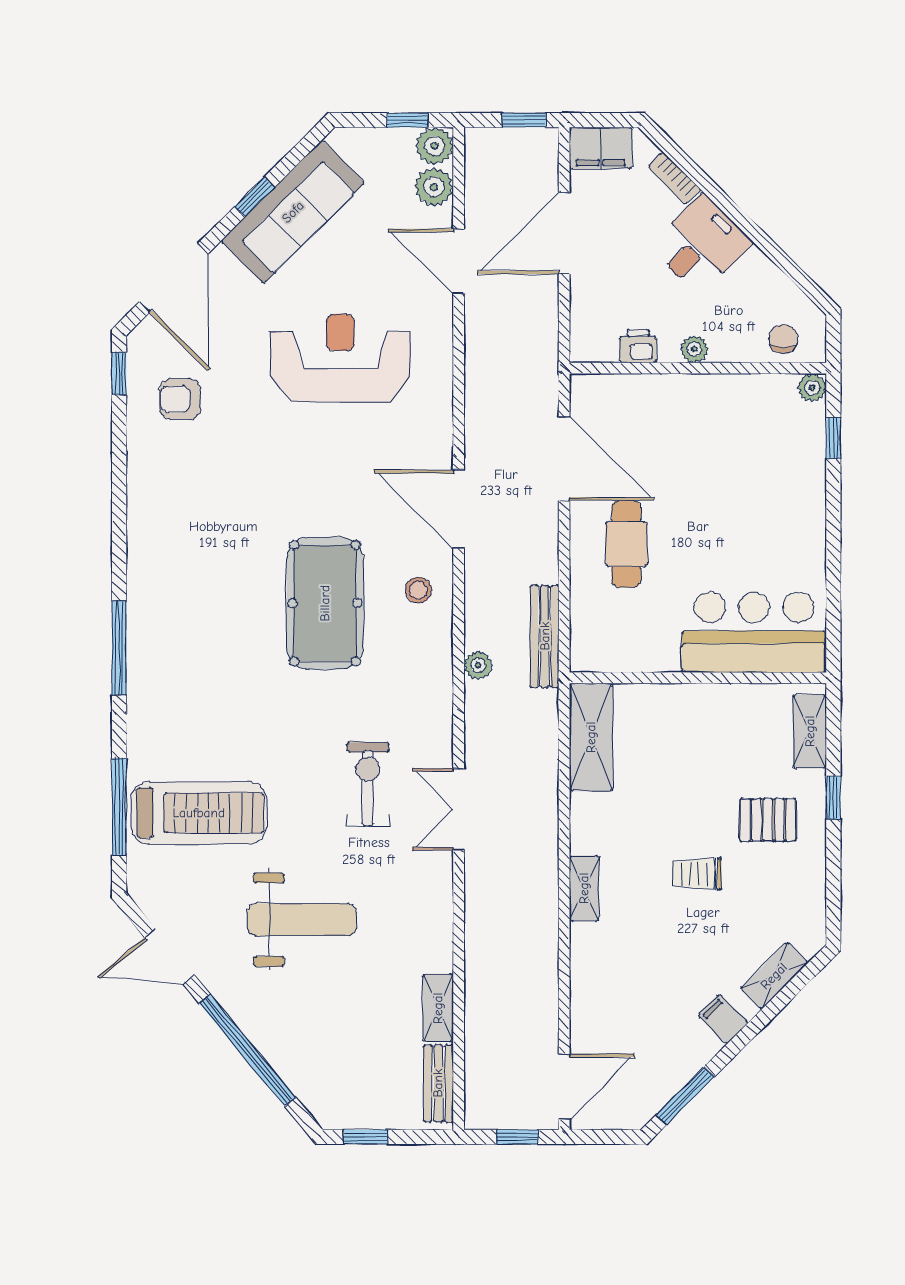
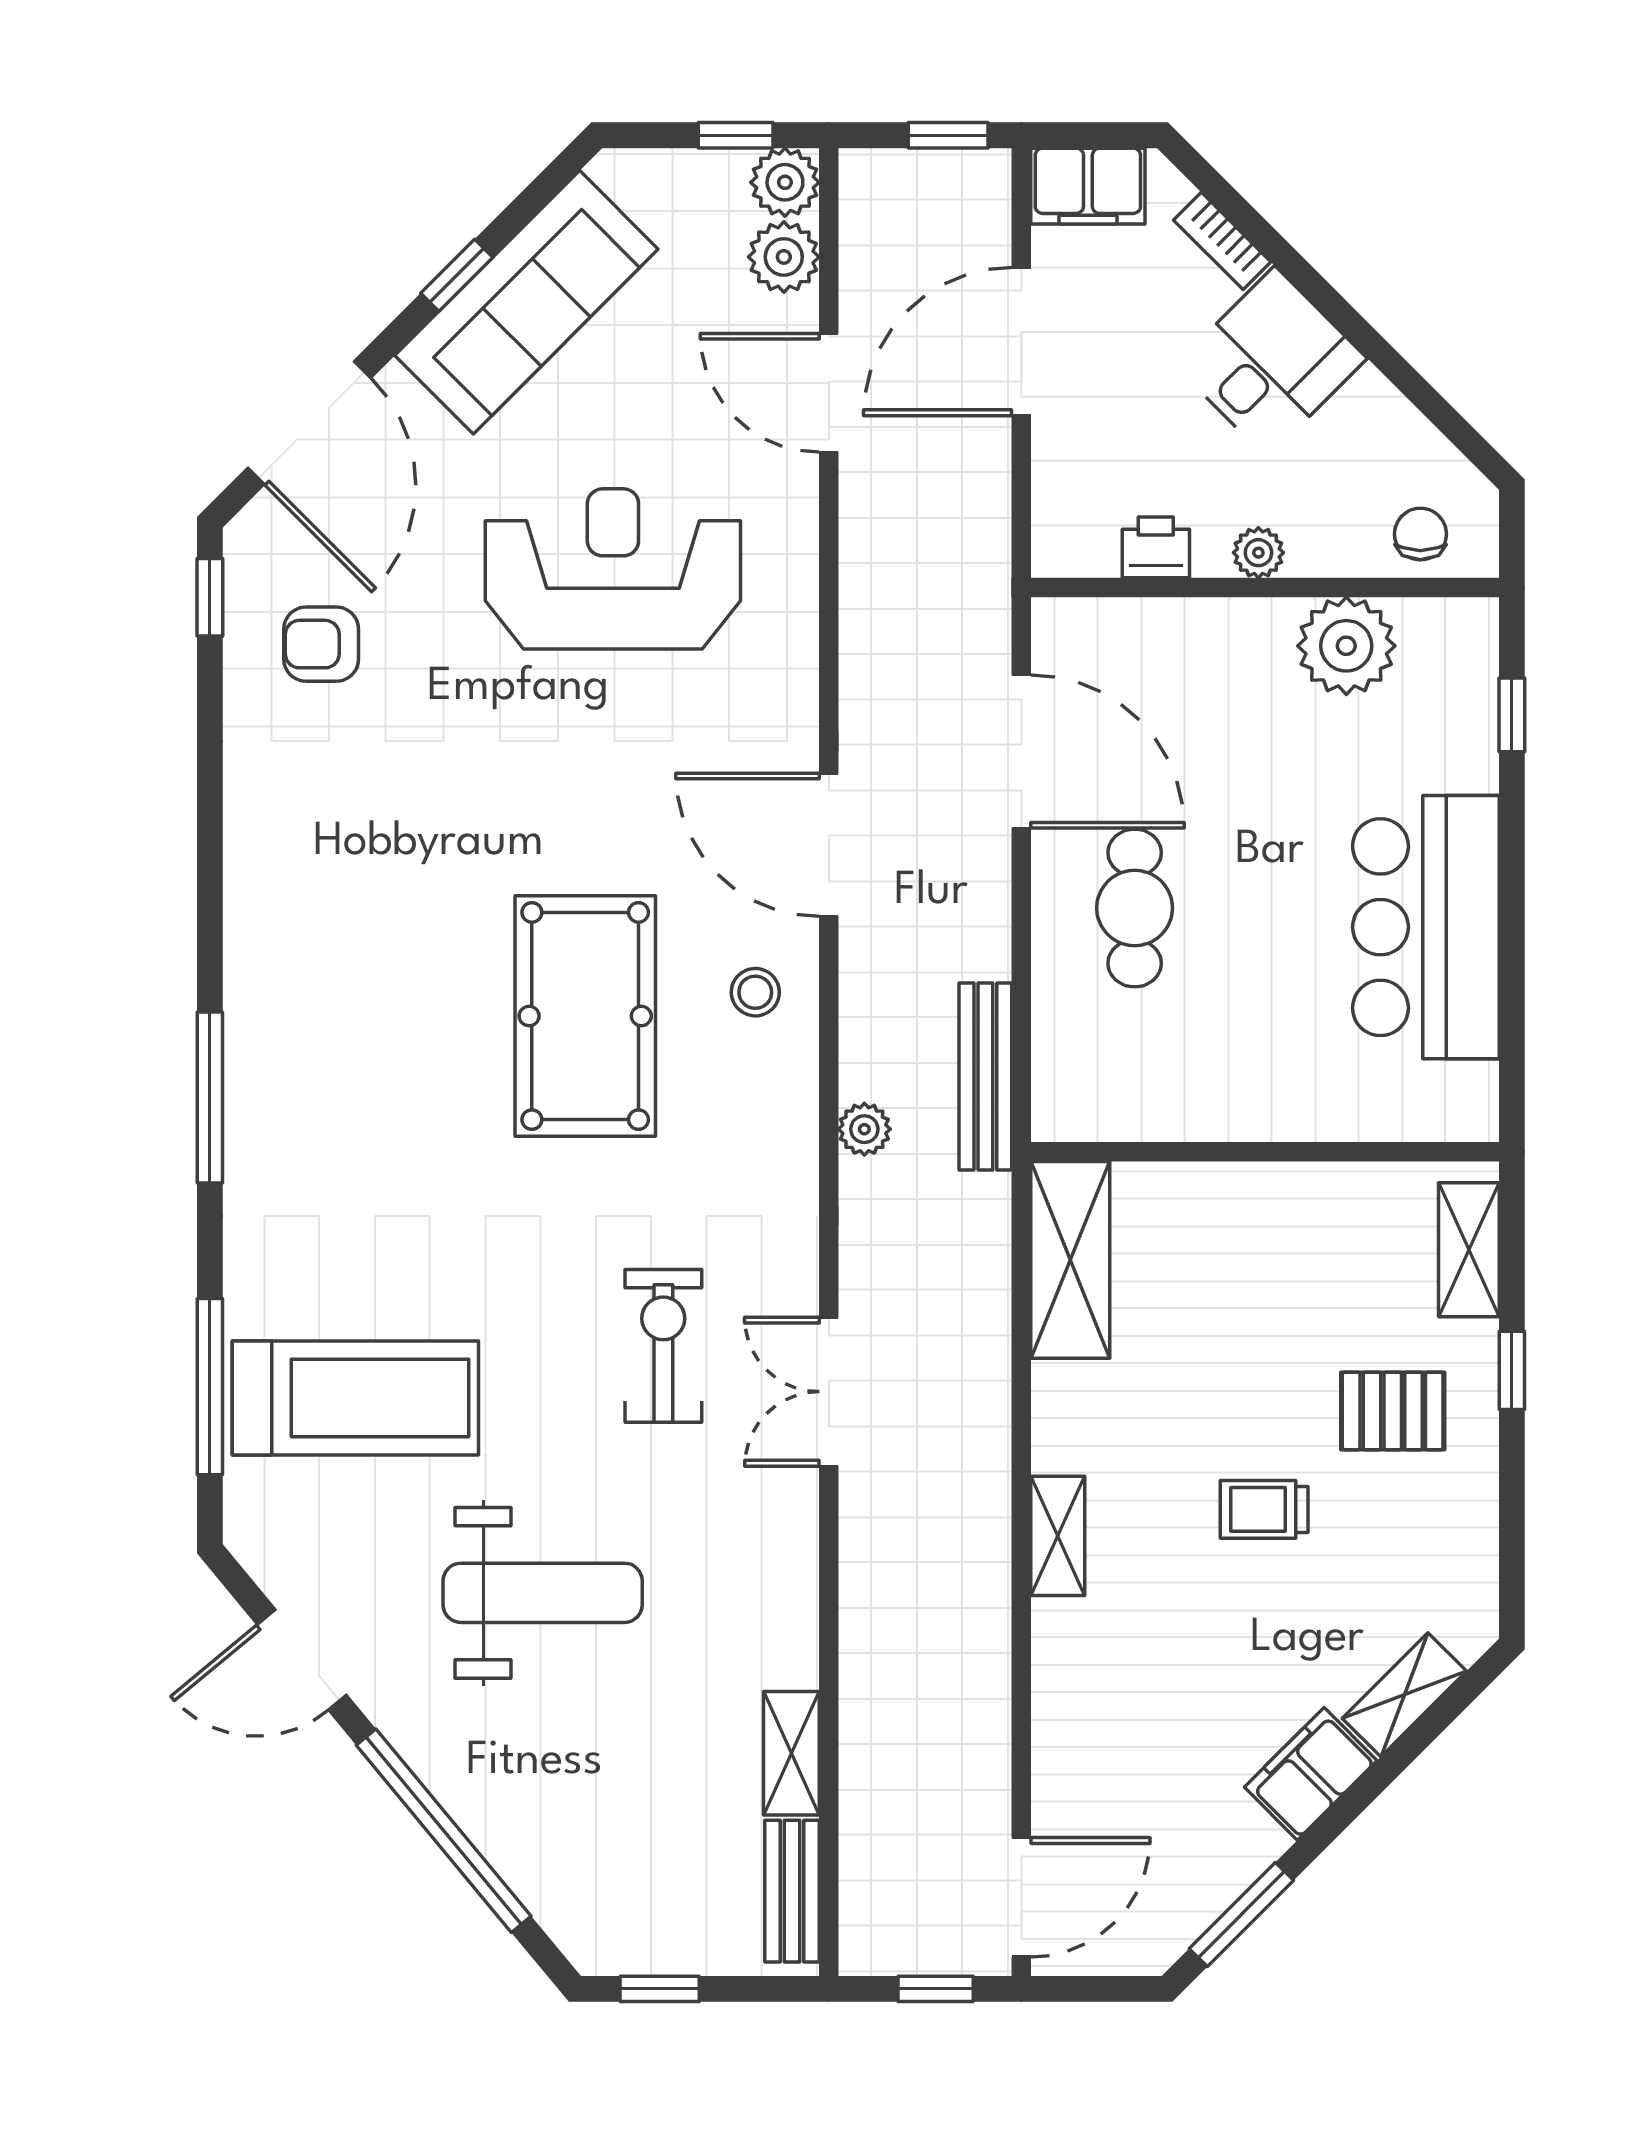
plant: (812, 388) -> (1346, 646), moved, width x1.87, depth x1.87
bar counter: (754, 632) -> (1426, 927), moved, turned -90
filing cabinet: (723, 1019) -> (1311, 1774), width x2.00

